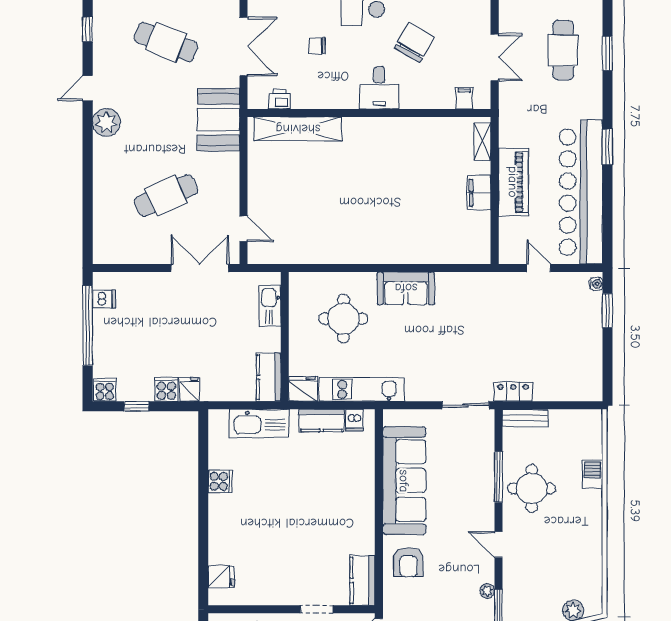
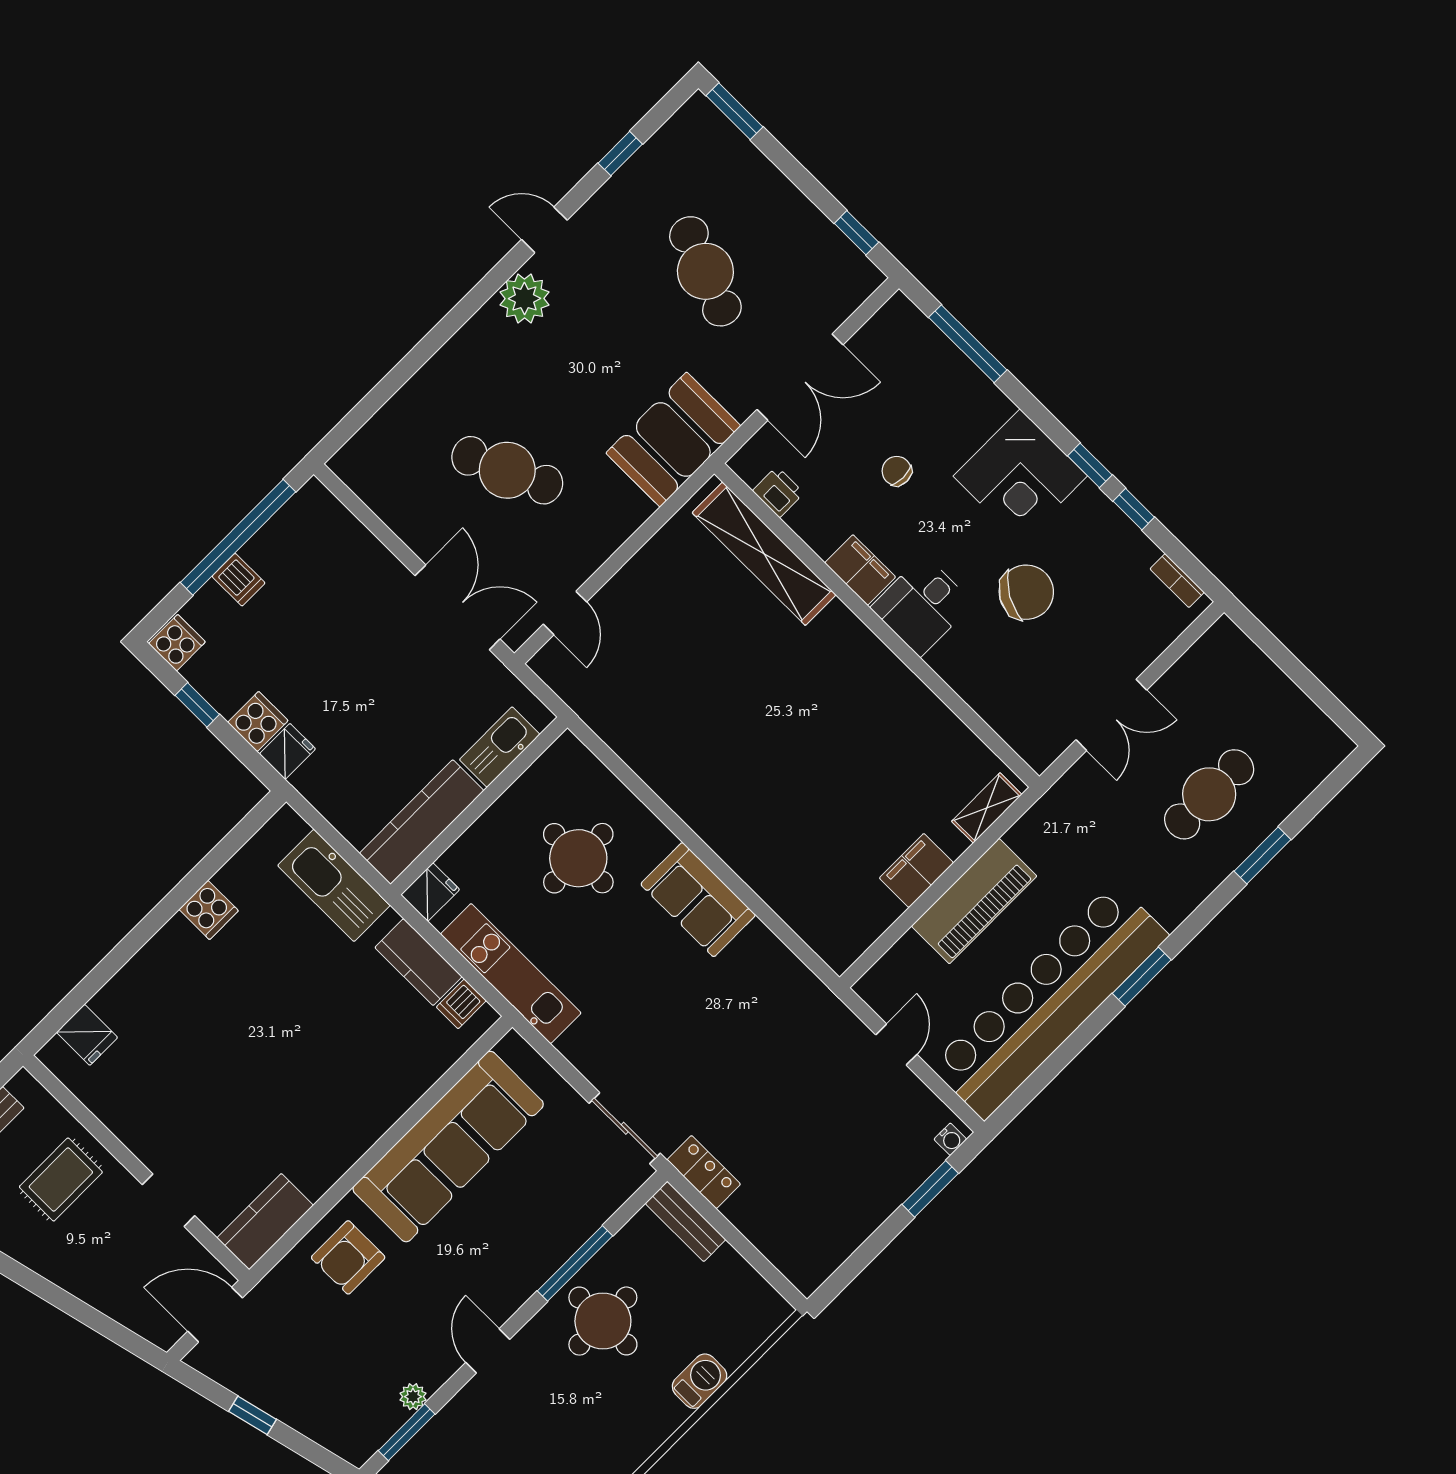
filing cabinet: (464, 98) -> (860, 570), moved, width x2.00
dishwasher: (104, 299) -> (239, 580), moved
kitchen counter: (269, 377) -> (422, 822), width x1.50
fridge: (303, 389) -> (430, 892), width x0.72

